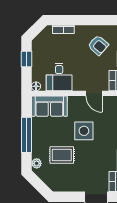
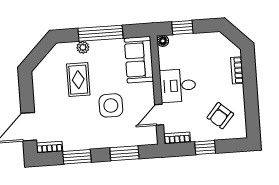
window: (26, 59) -> (182, 27), moved
desk: (59, 77) -> (178, 86), moved
plant: (37, 163) -> (83, 47), moved

